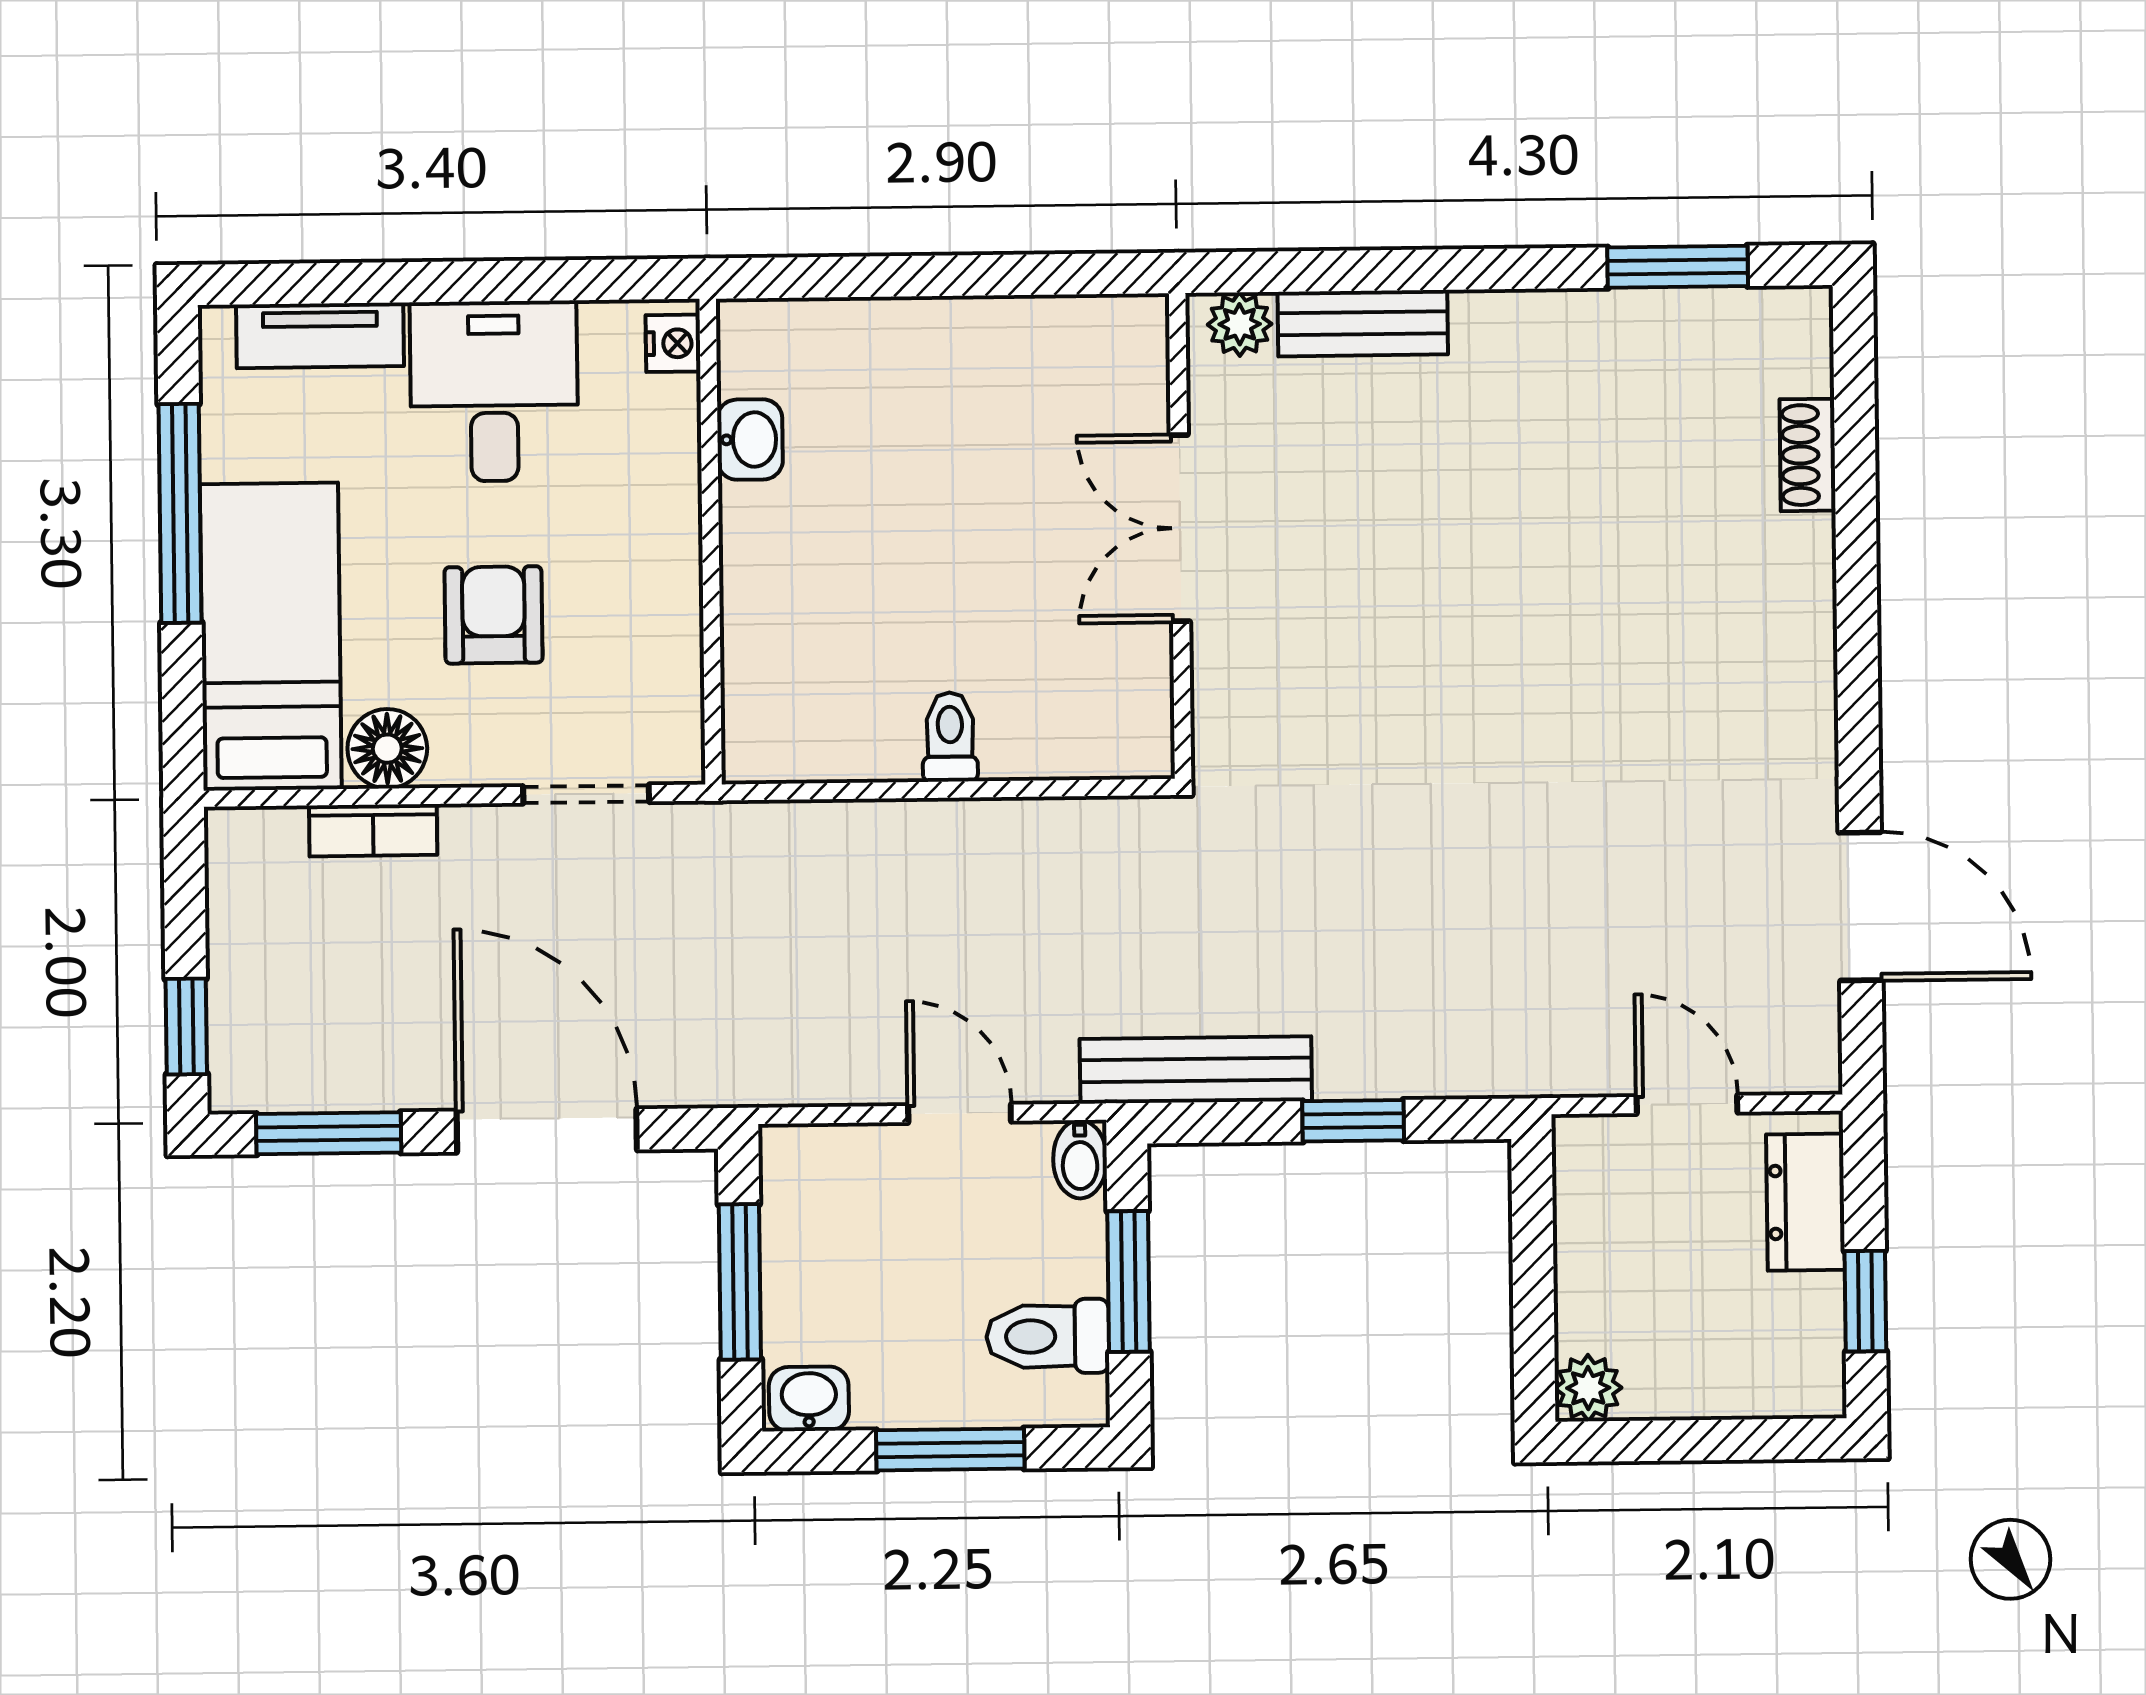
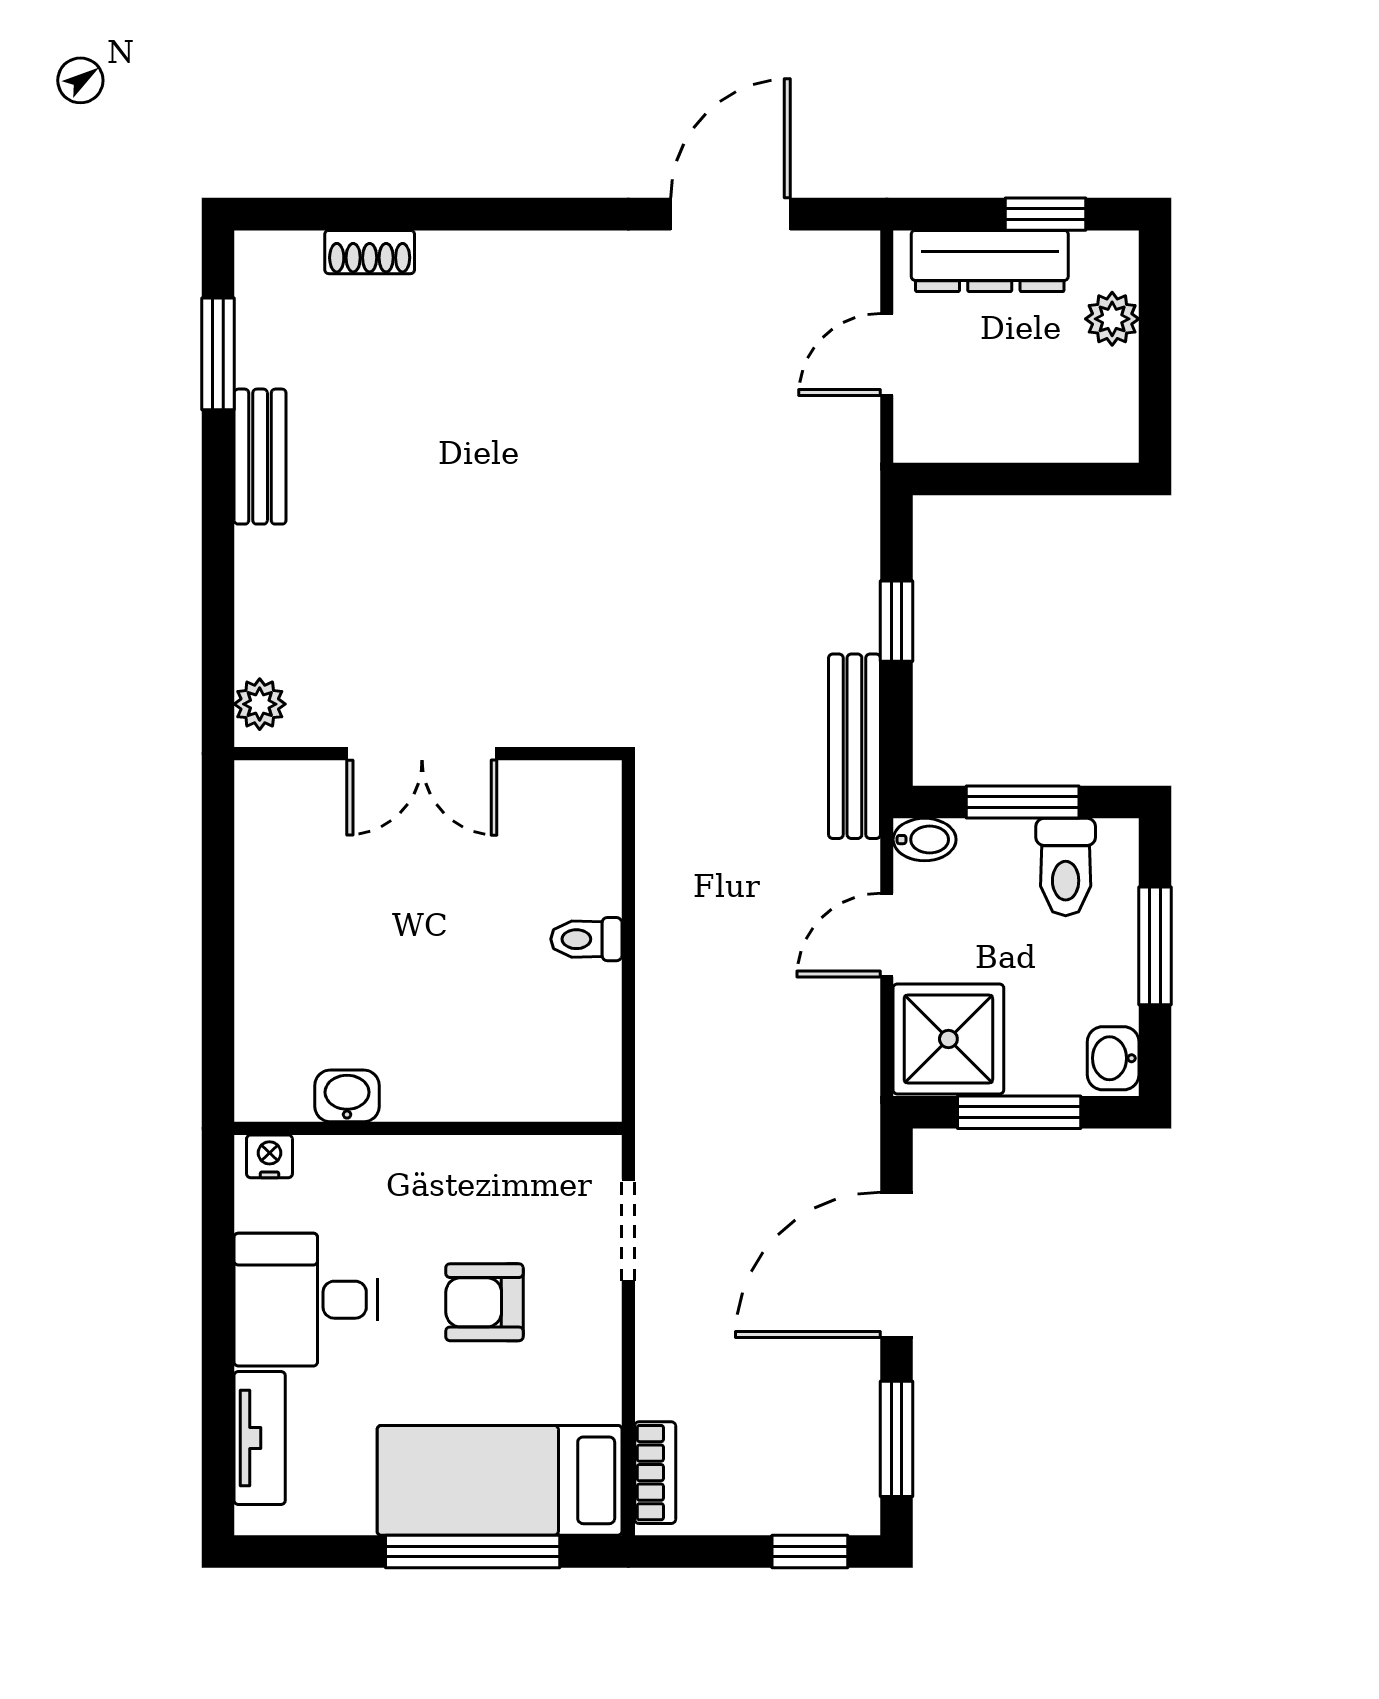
bench: (1363, 323) -> (260, 457), moved
window: (180, 513) -> (473, 1552), moved
floor lamp: (387, 749) -> (590, 1388), removed
bookcase: (373, 830) -> (655, 1473), moved
shower: (830, 1192) -> (948, 1039), added
dresser: (1805, 1202) -> (990, 261), width x1.44
plant: (1588, 1388) -> (1112, 319), moved

